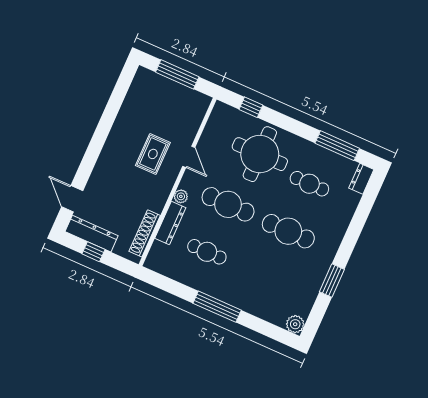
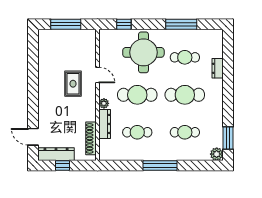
window: (337, 146) -> (181, 24), moved
dresser: (361, 179) -> (218, 68), moved
cafe table: (267, 279) -> (185, 132), added
window: (332, 281) -> (228, 138), moved

